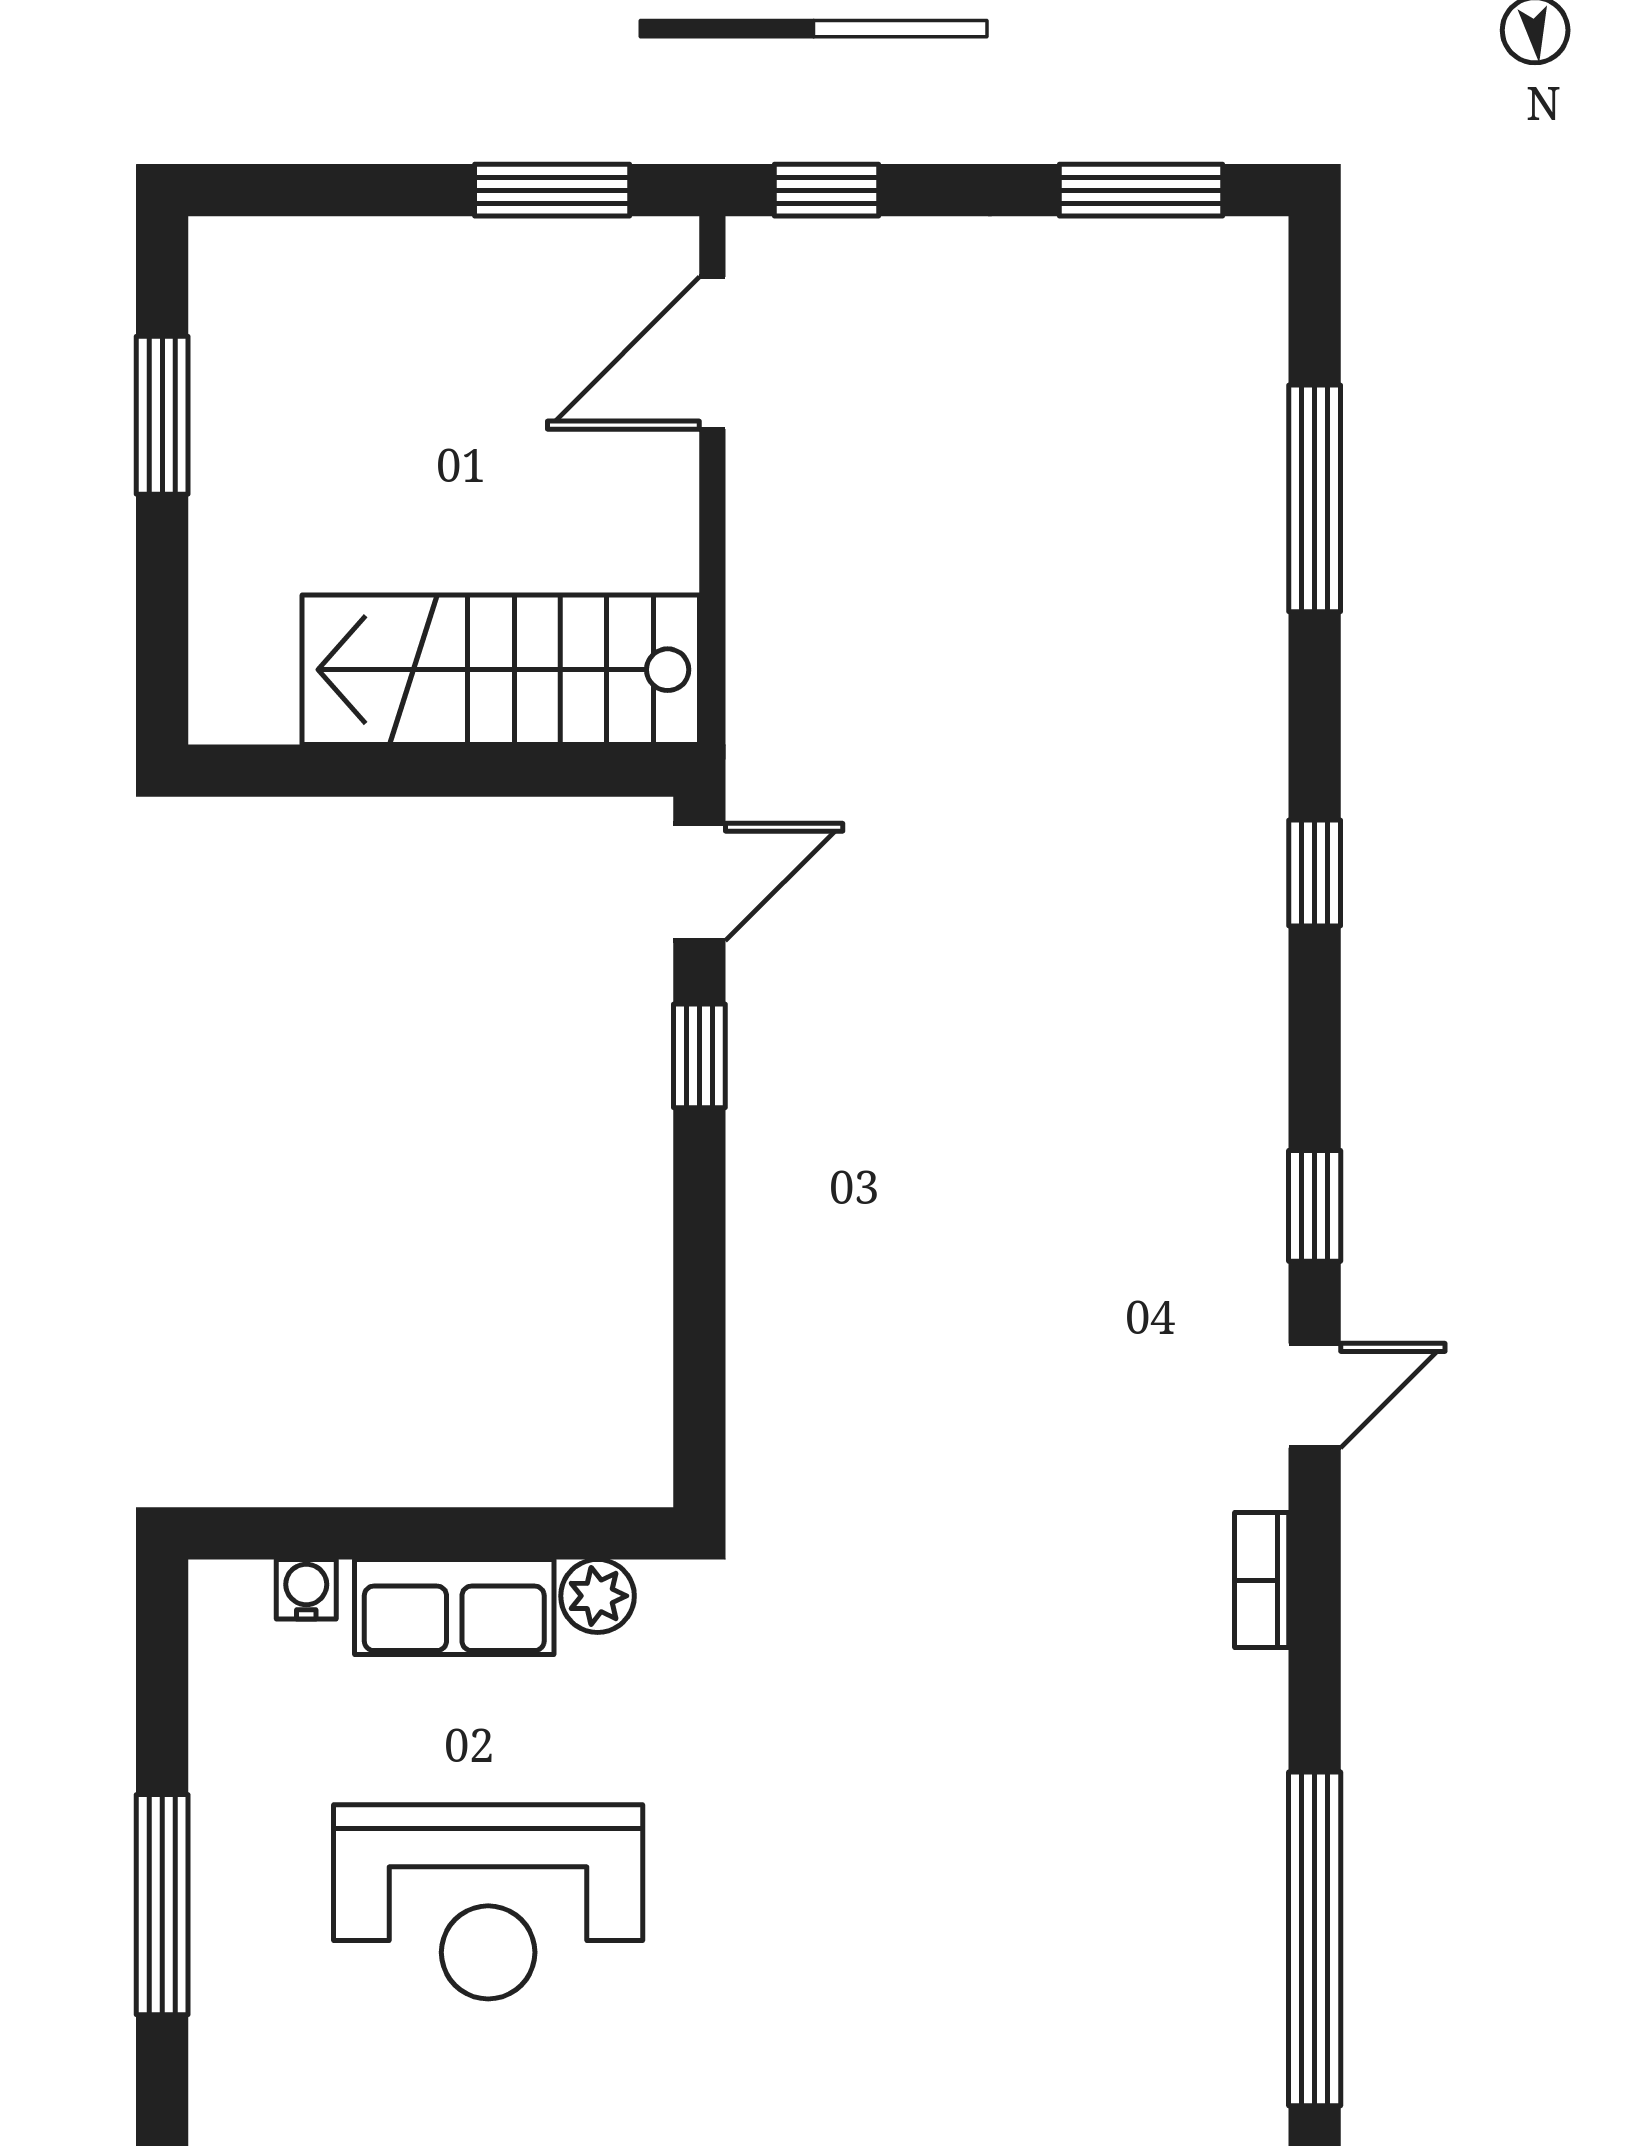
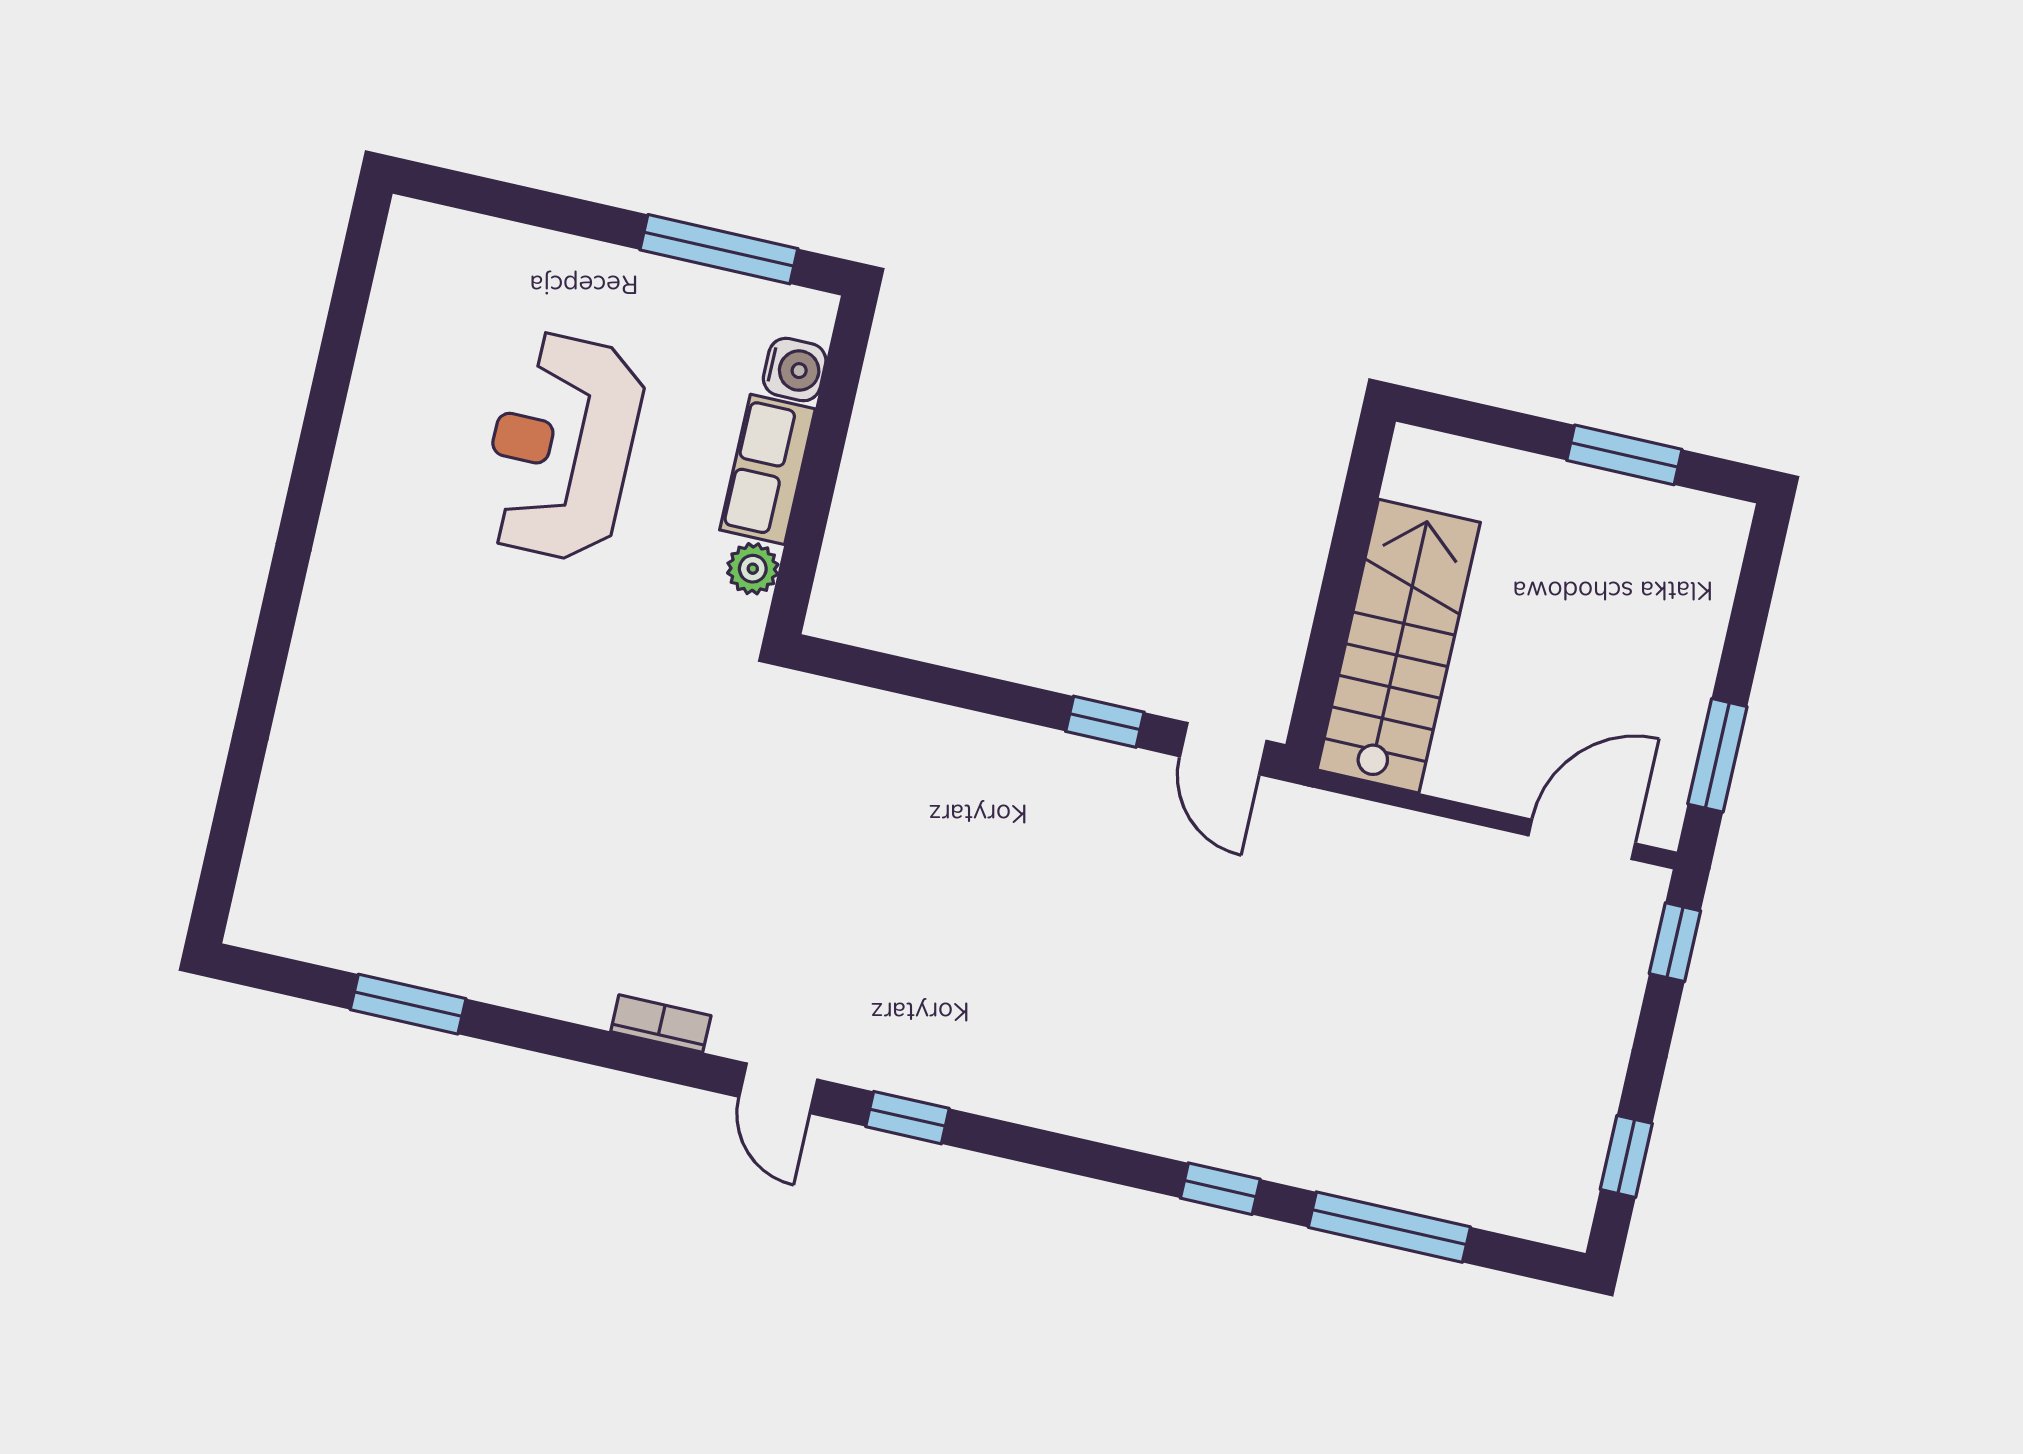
window: (1141, 190) -> (1626, 1156), width x0.67
door: (712, 353) -> (1582, 839), hinge flipped
window: (1315, 873) -> (1220, 1189), moved
water cooler: (306, 1589) -> (795, 370), width x1.38, depth x1.38
window: (162, 1905) -> (719, 249), moved
window: (1315, 1939) -> (408, 1004), width x0.47

